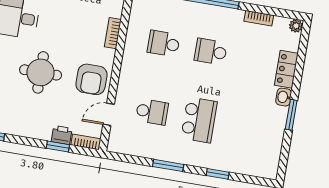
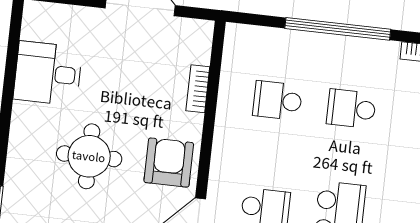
armchair: (91, 79) -> (169, 163), turned 180

